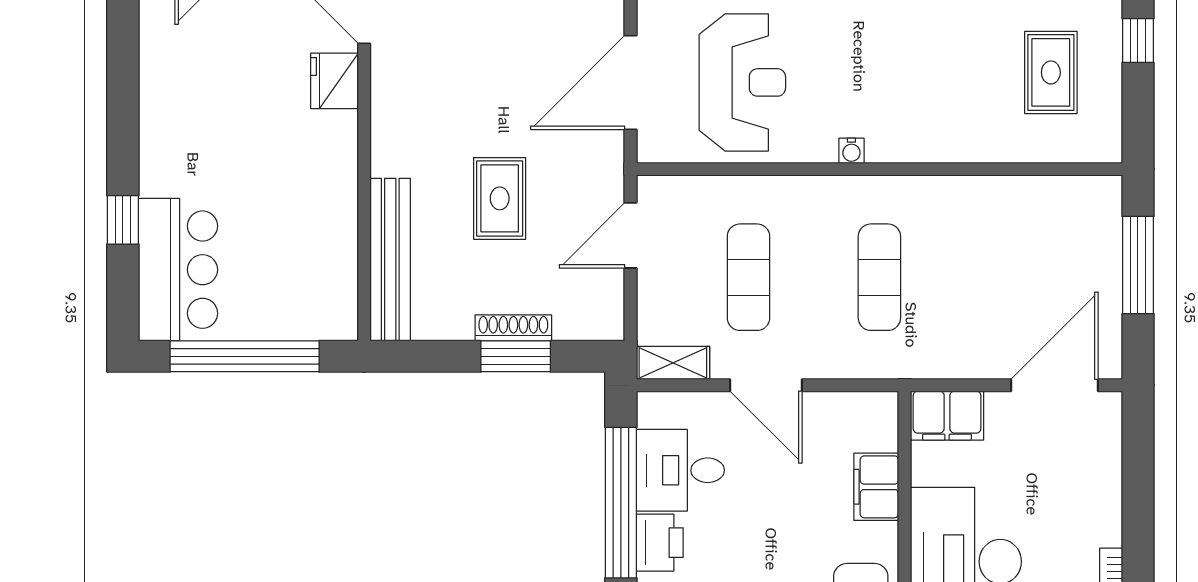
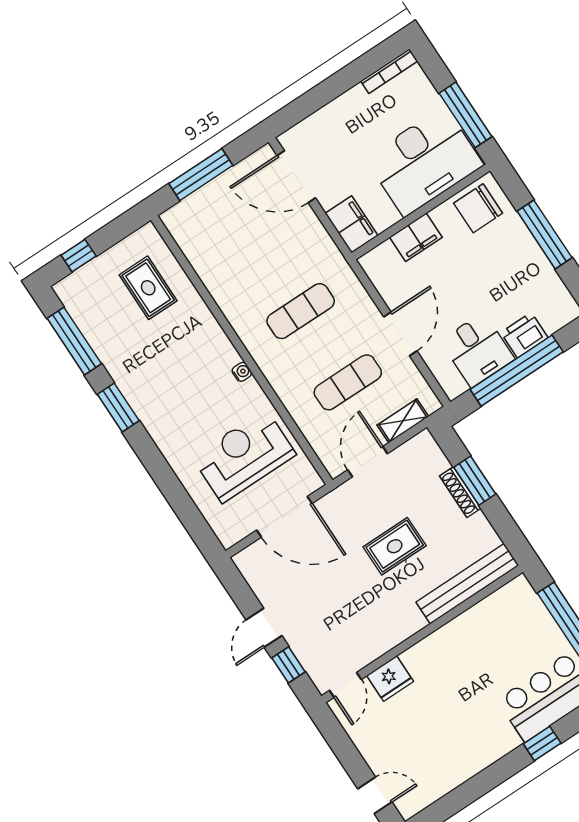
rug: (1051, 72) -> (148, 288), moved, turned 90
door: (630, 235) -> (368, 462), swing flipped
shelving: (673, 363) -> (403, 421), moved, turned 90

